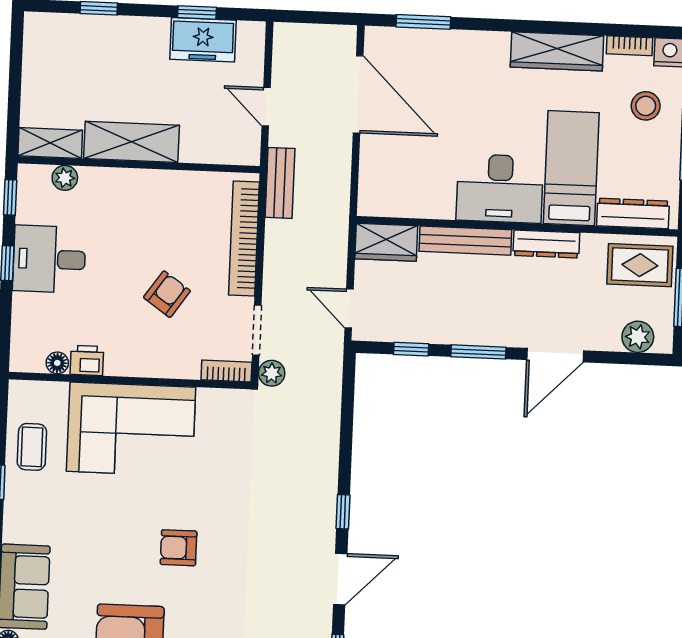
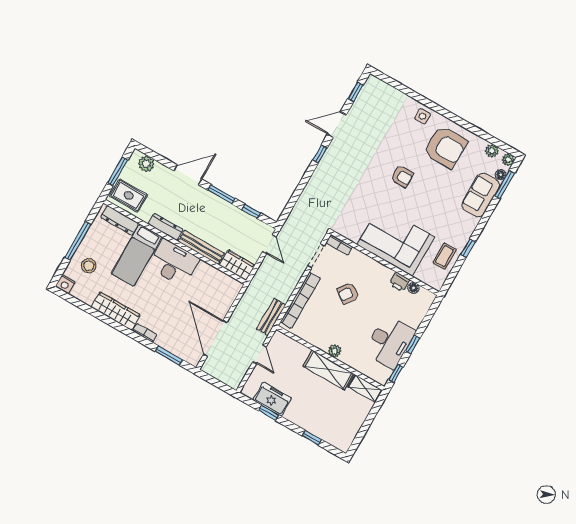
bookcase: (630, 46) -> (145, 333), moved
plant: (65, 178) -> (335, 351), moved
desk: (49, 259) -> (390, 342), width x1.37
plant: (272, 373) -> (319, 233), removed

